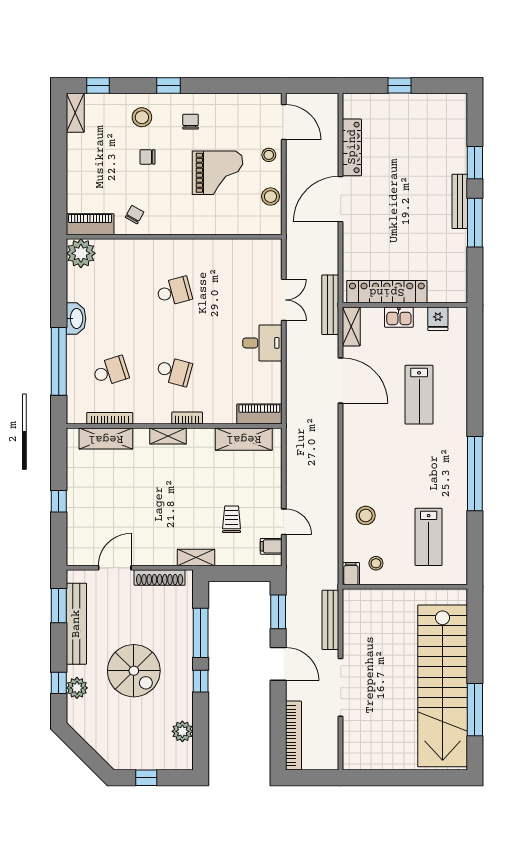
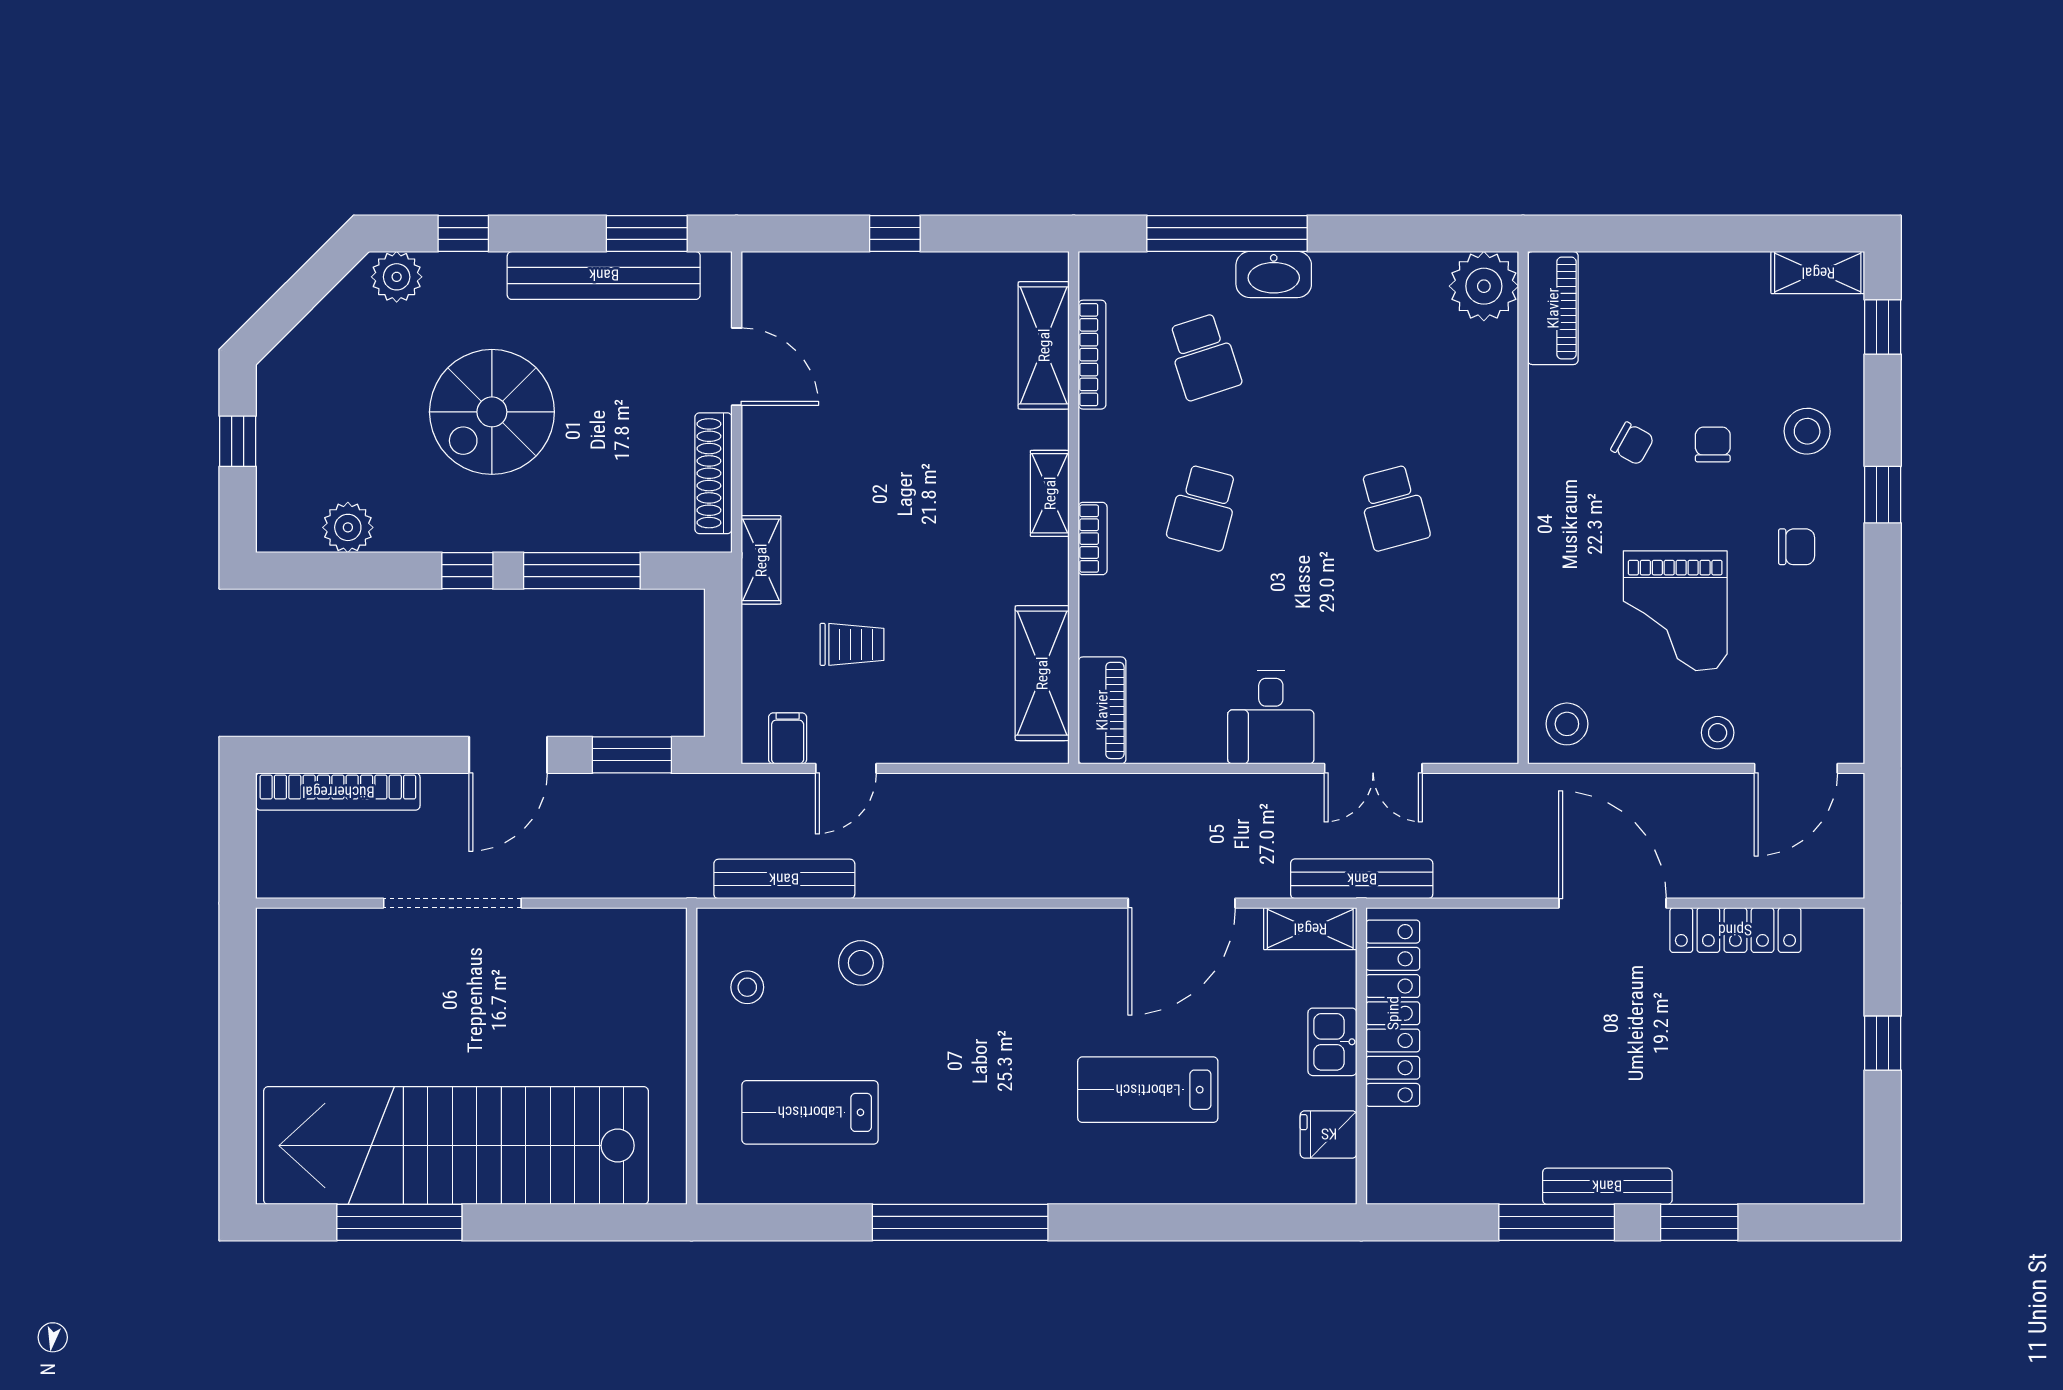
stool: (271, 197) -> (1567, 724), moved
chair: (135, 215) -> (1632, 444), moved
washbasin: (76, 319) -> (1274, 275), moved
filing cabinet: (351, 574) -> (723, 928), removed
bench: (330, 620) -> (784, 879), moved
plant: (77, 688) -> (397, 277), moved

